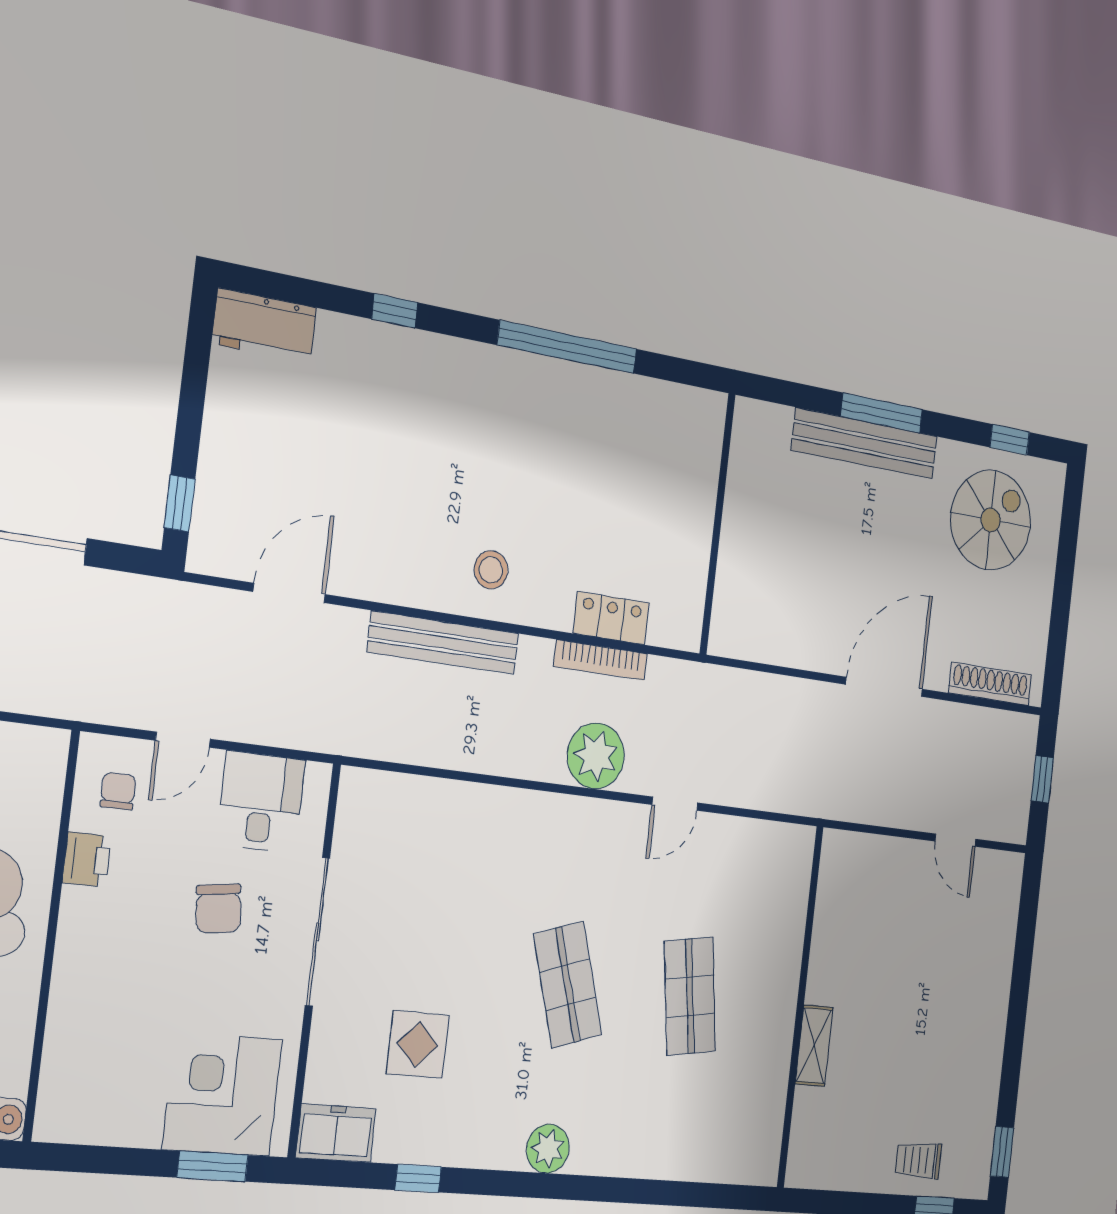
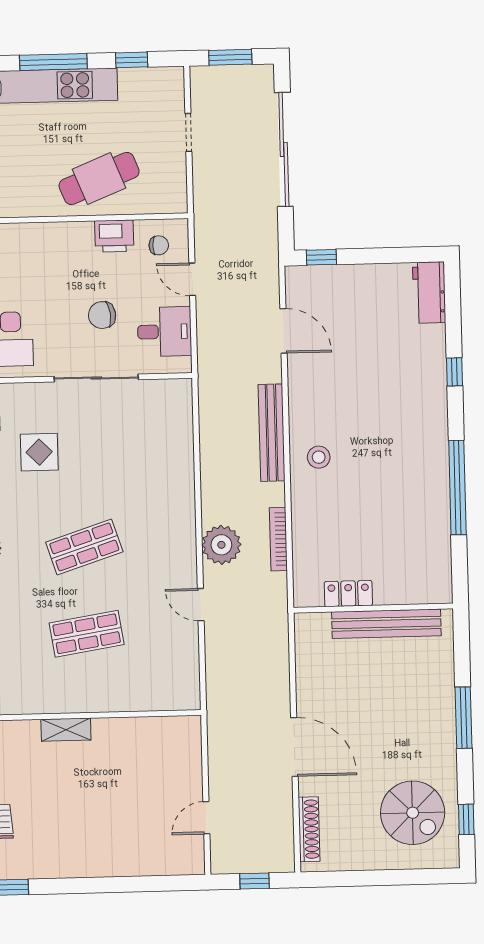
bench: (865, 443) -> (386, 624), moved, turned 90
locker: (611, 618) -> (348, 594), moved, turned -90
printer: (87, 859) -> (114, 236), width x1.36, depth x1.24

